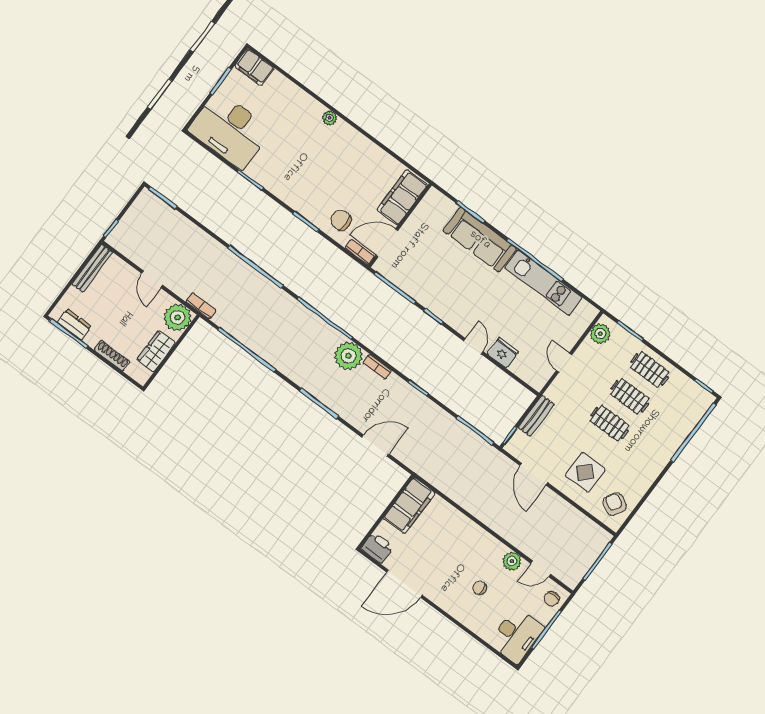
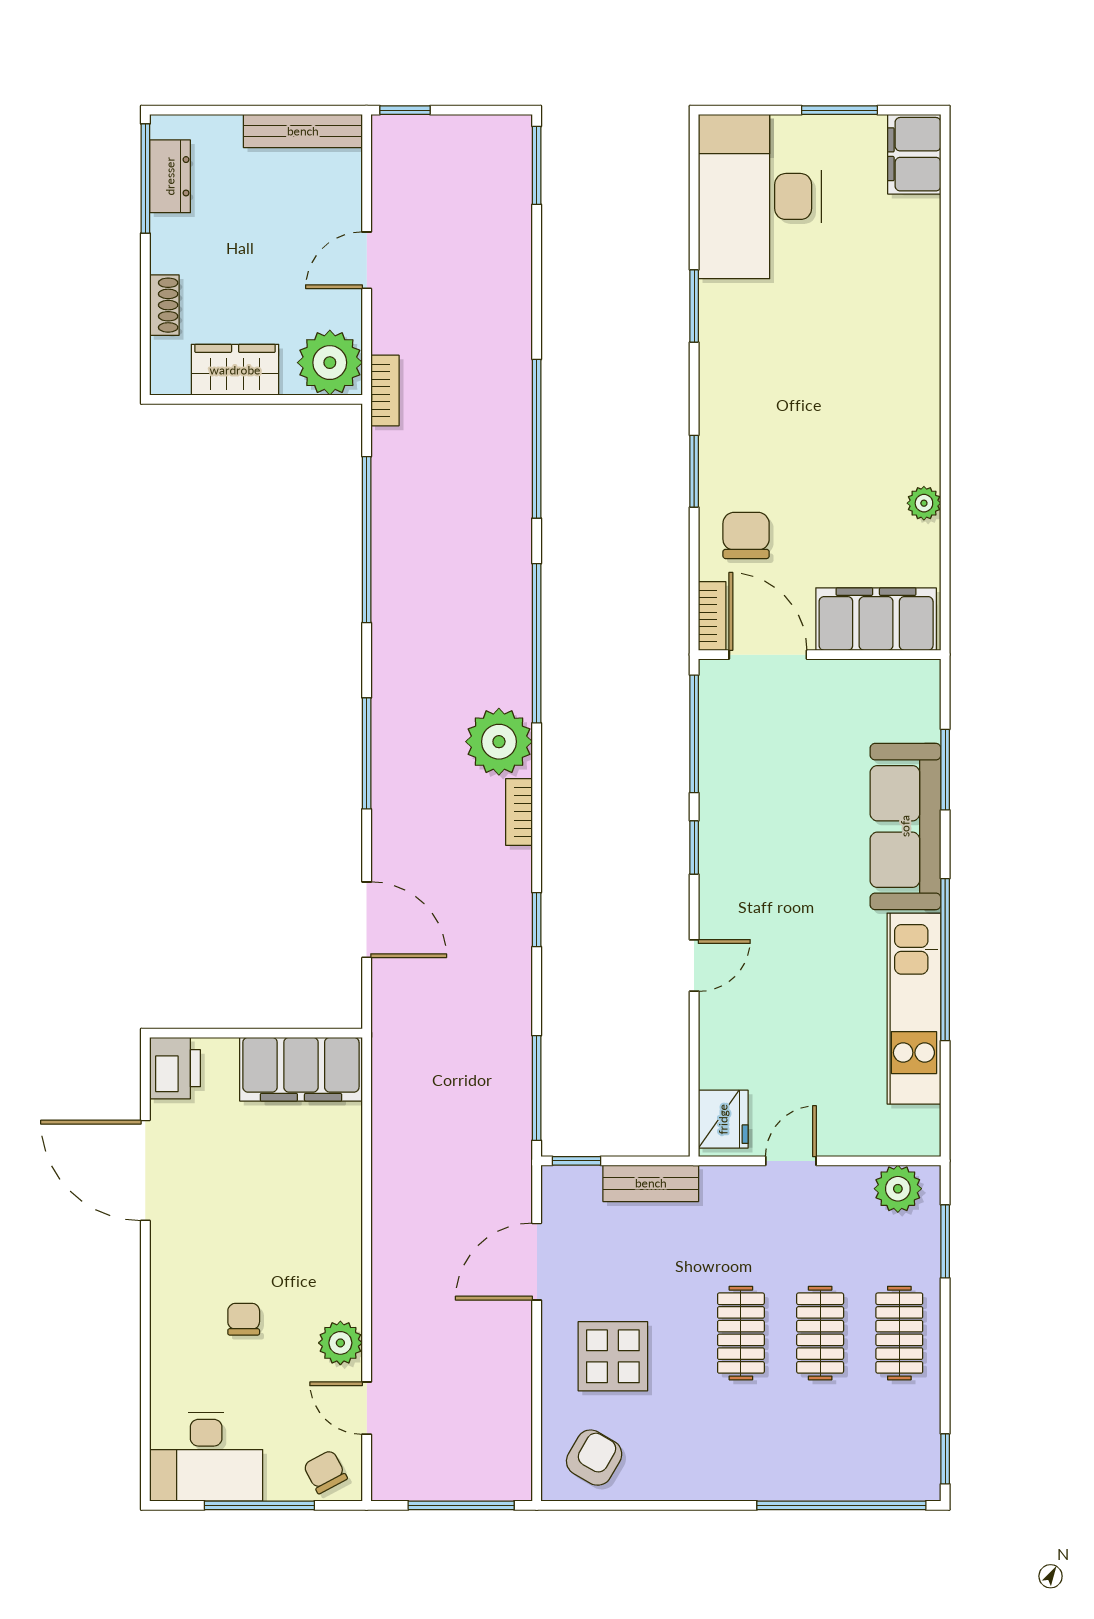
plant: (329, 118) -> (924, 503), moved
fridge: (503, 353) -> (723, 1119), moved
shoe rack: (112, 356) -> (164, 305), width x0.70
chair: (552, 599) -> (325, 1472), turned 62

